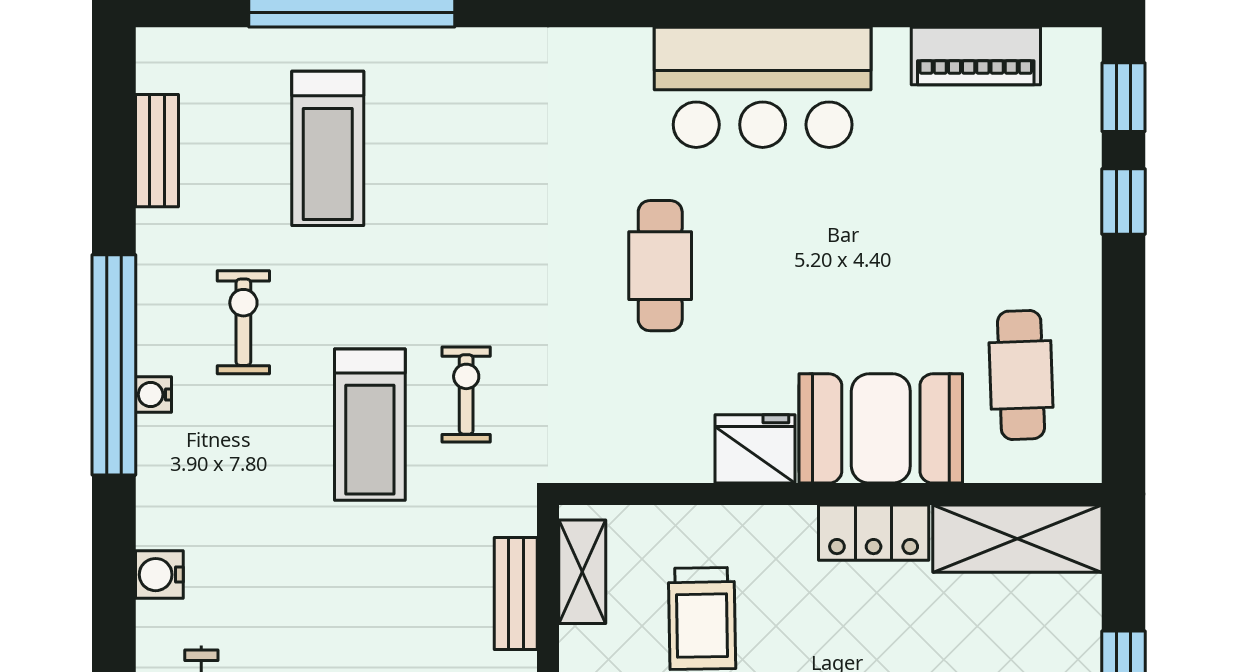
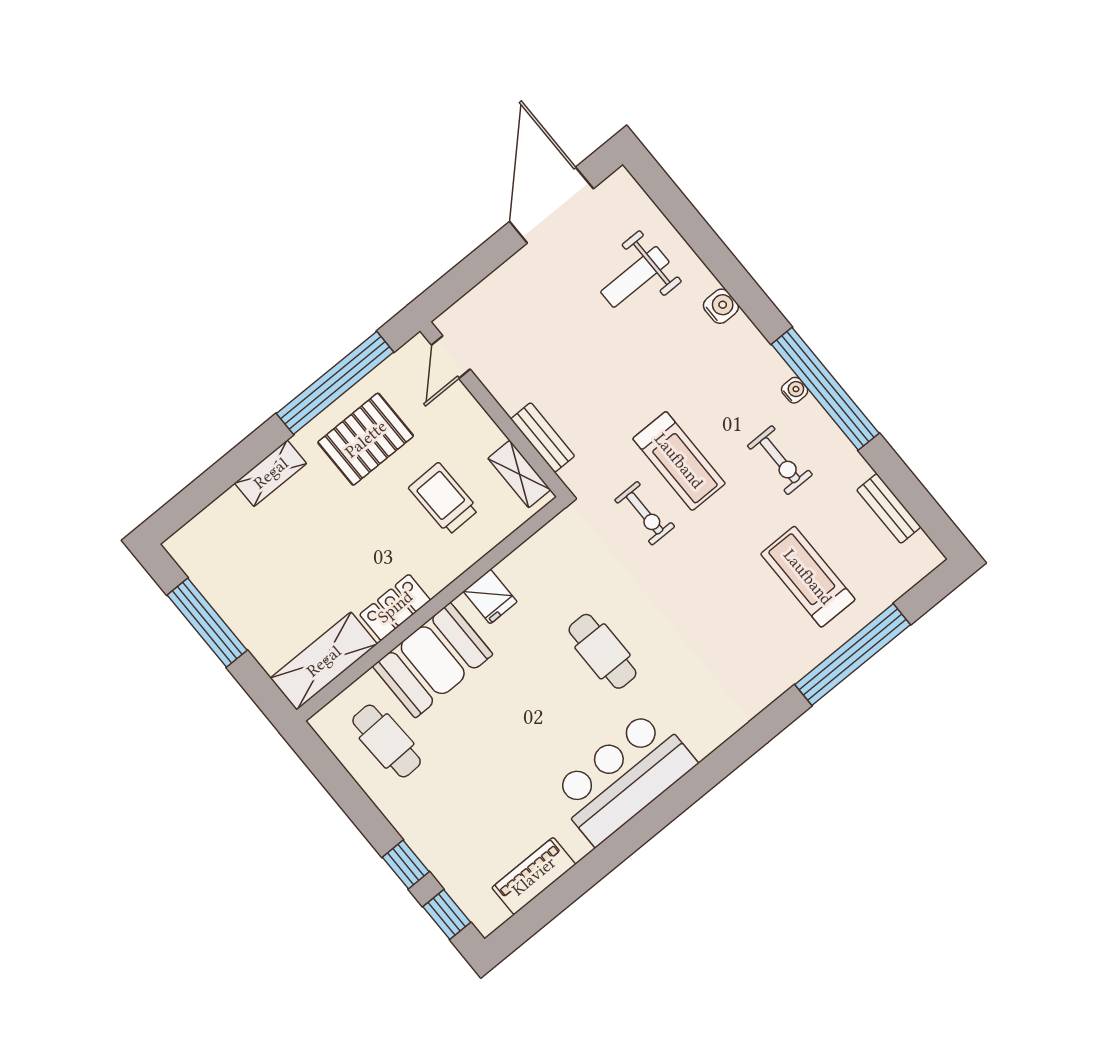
treadmill: (370, 425) -> (679, 461), turned 180
fridge: (755, 449) -> (490, 597), width x0.72

